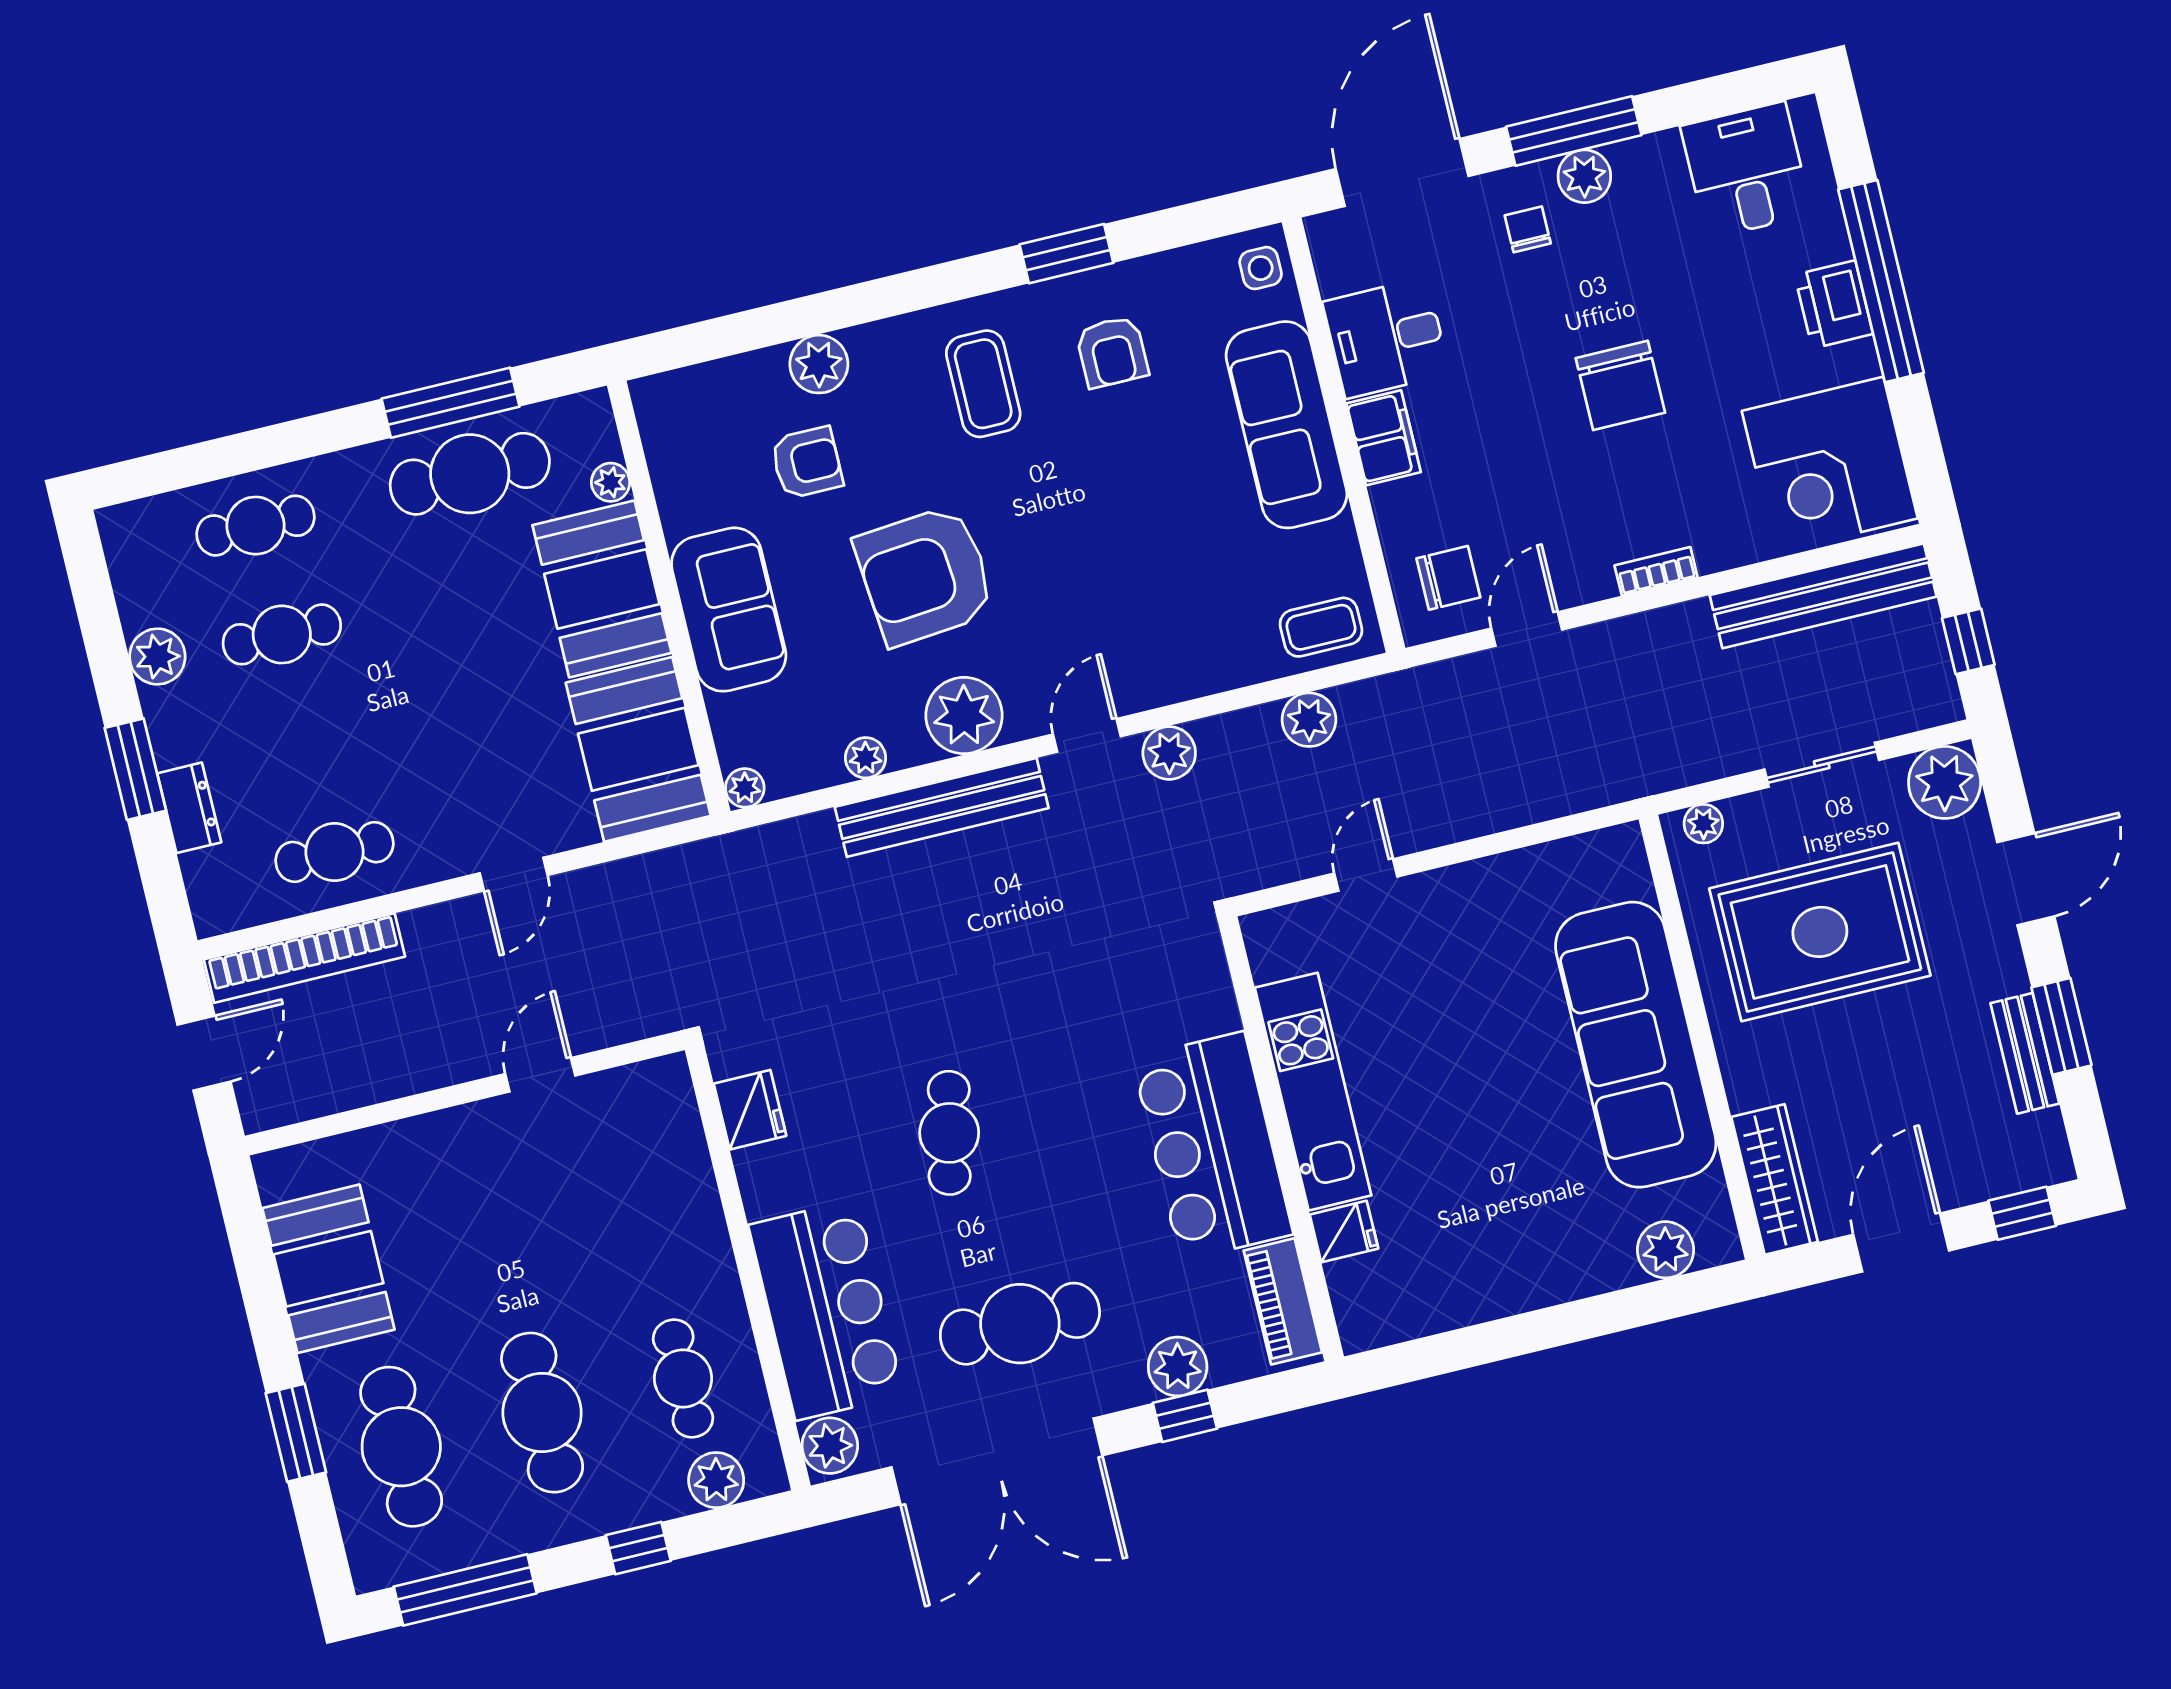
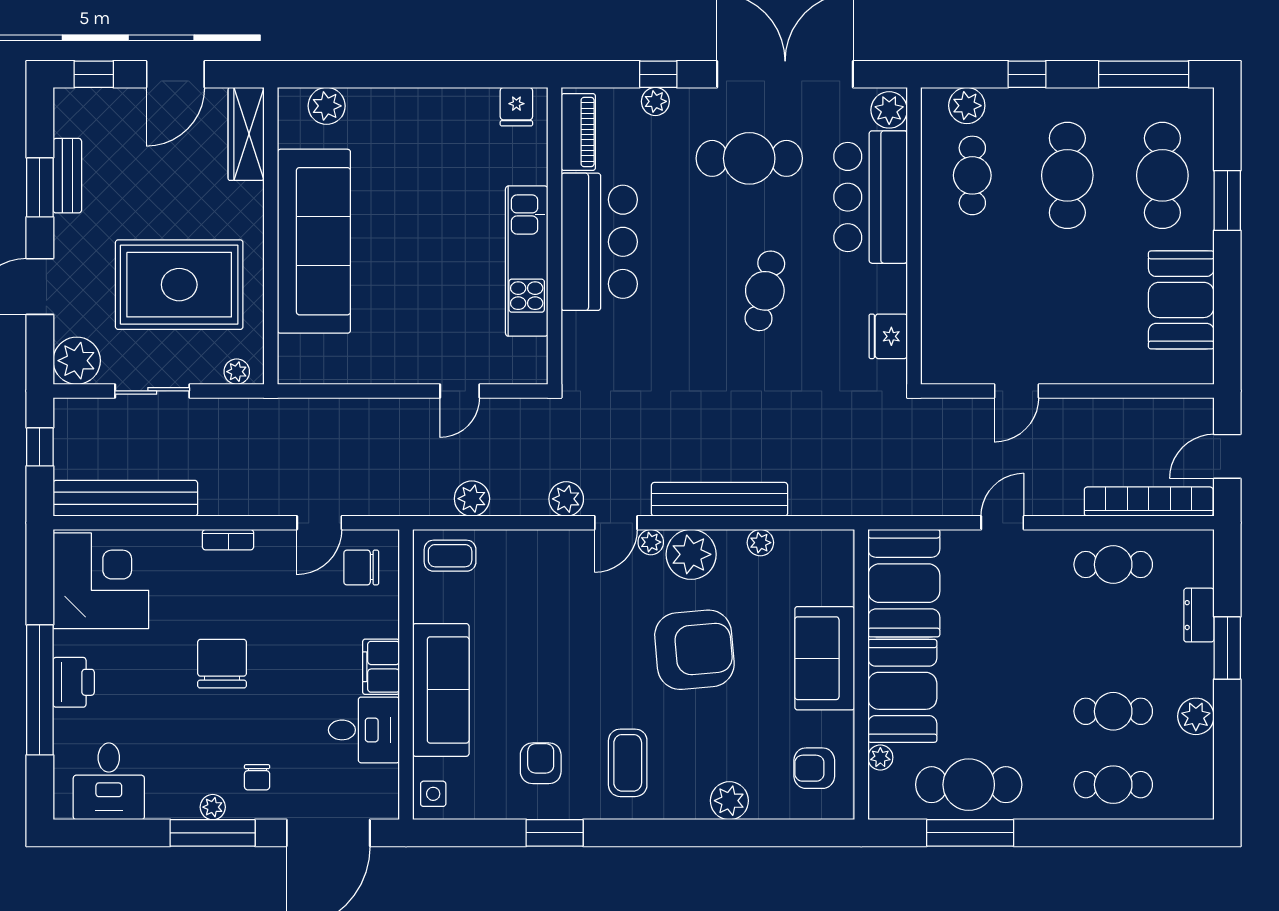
plant: (1584, 176) -> (213, 807), width x0.73, depth x0.73
armchair: (807, 463) -> (814, 768), moved
plant: (745, 788) -> (651, 542), moved
fridge: (1344, 1232) -> (516, 107), moved, turned -90
plant: (1178, 1367) -> (655, 101), width x0.73, depth x0.73

